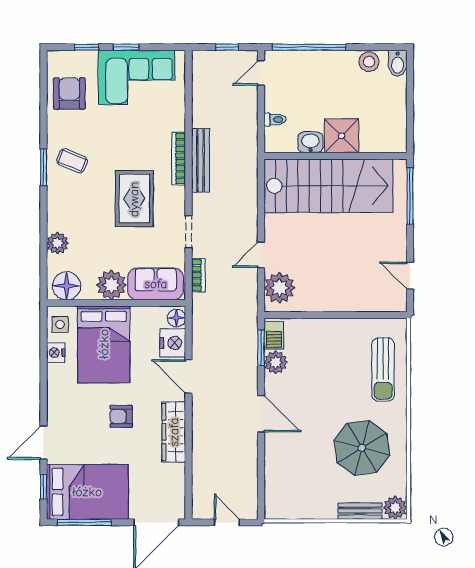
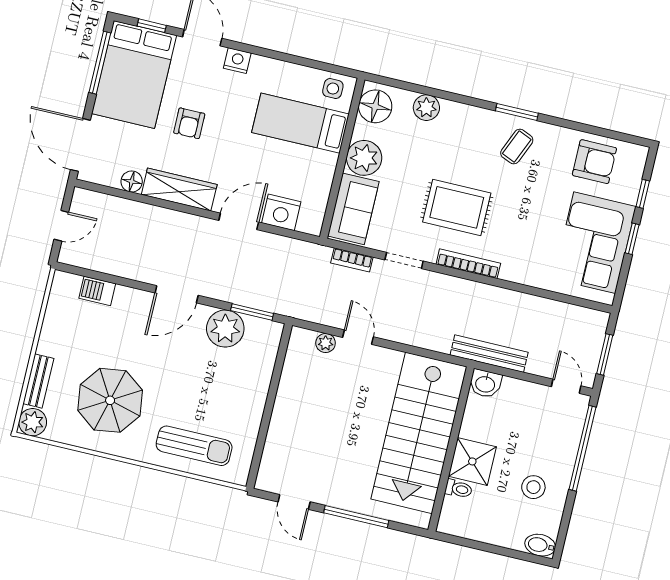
window: (227, 47) -> (605, 354), width x1.50
stool: (369, 62) -> (533, 487), moved
toilet: (275, 120) -> (459, 489), moved, turned -90
washbasin: (310, 142) -> (485, 384), moved, turned 90
bookcase: (179, 159) -> (468, 264), moved
bench: (200, 160) -> (489, 354), moved
window: (410, 196) -> (356, 517), moved
door: (410, 276) -> (294, 502), swing flipped
plant: (279, 288) -> (326, 343), width x0.53, depth x0.53
floor lamp: (176, 318) -> (132, 182), moved
barbecue: (274, 335) -> (97, 291), moved
bed: (104, 344) -> (300, 123), width x0.67
nightstand: (56, 353) -> (237, 61), moved
plant: (276, 362) -> (225, 329), width x1.36, depth x1.36
sun lounger: (383, 369) -> (194, 446), turned 180
armchair: (121, 416) -> (189, 123), moved, turned 180

